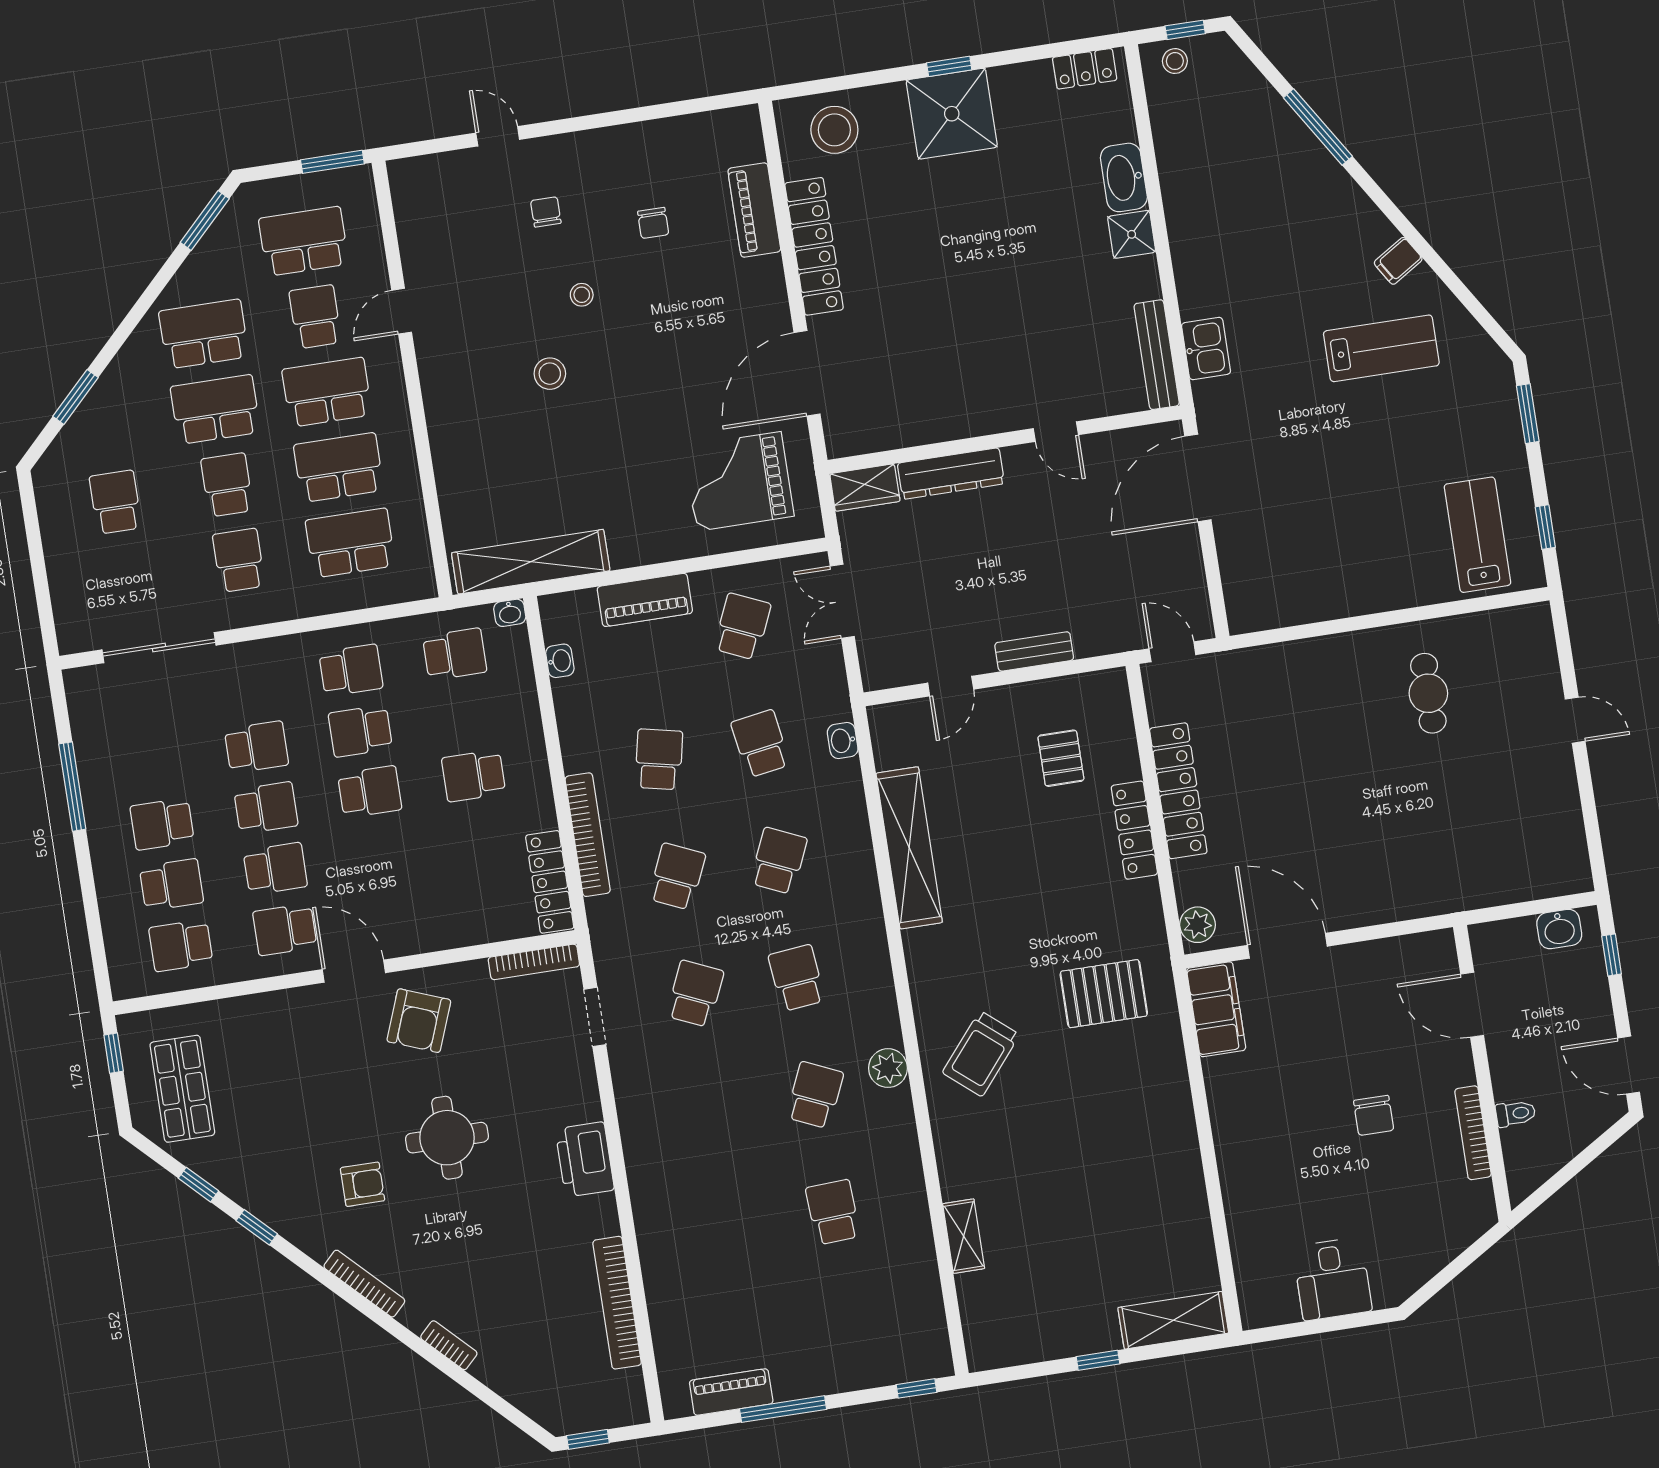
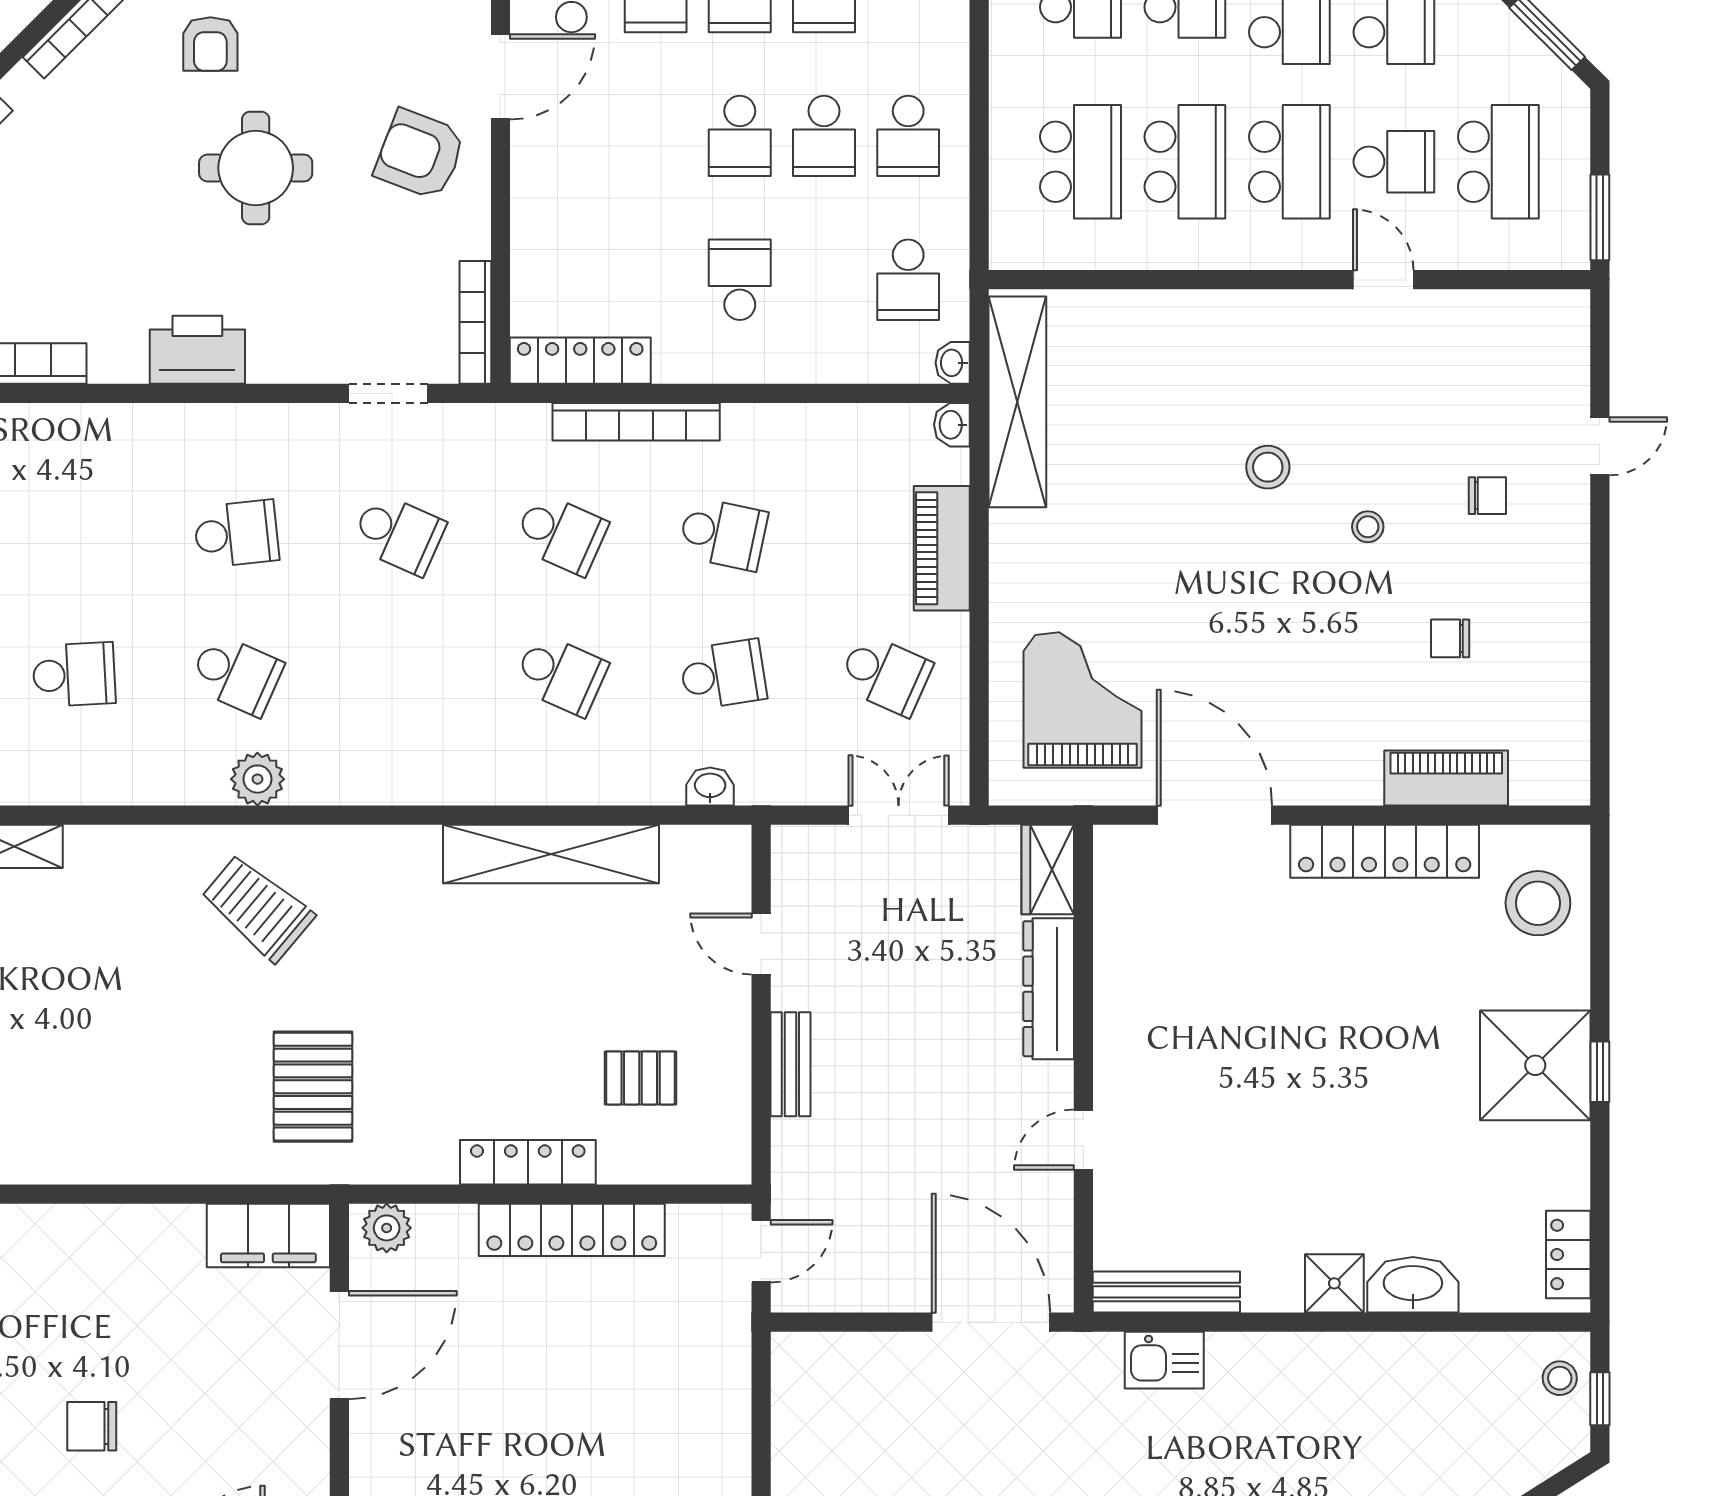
washbasin: (560, 661) -> (952, 425), moved, turned 90
school desk: (360, 731) -> (824, 136), turned 180
school desk: (797, 978) -> (236, 534), moved

